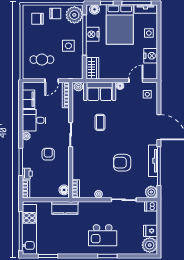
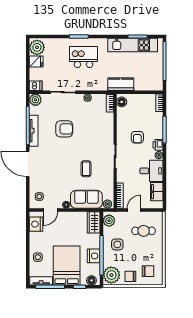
nightstand: (151, 56) -> (36, 224), moved
plant: (77, 70) -> (109, 221), added
printer: (27, 174) -> (158, 145), moved
kitchen unit: (29, 229) -> (133, 45), moved, turned -90

